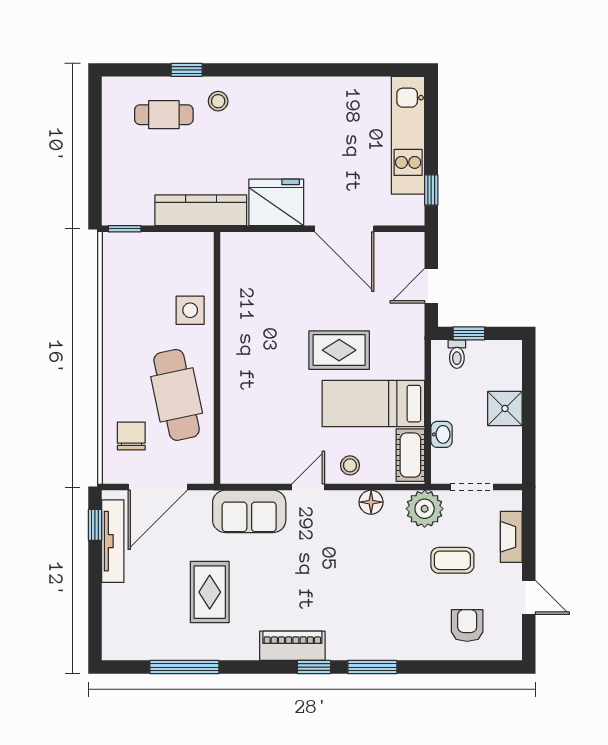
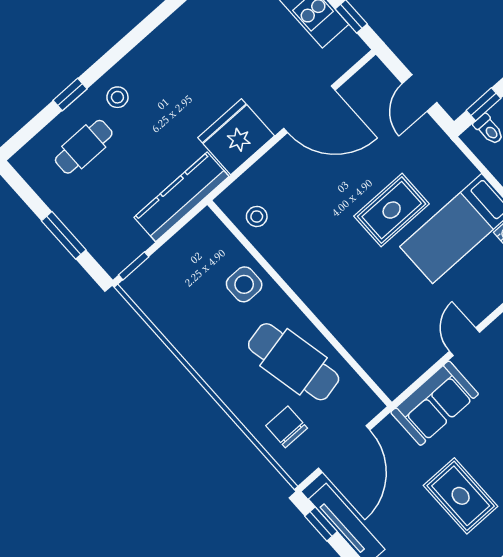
window: (95, 164) -> (64, 235), added
stool: (350, 465) -> (257, 216), moved

